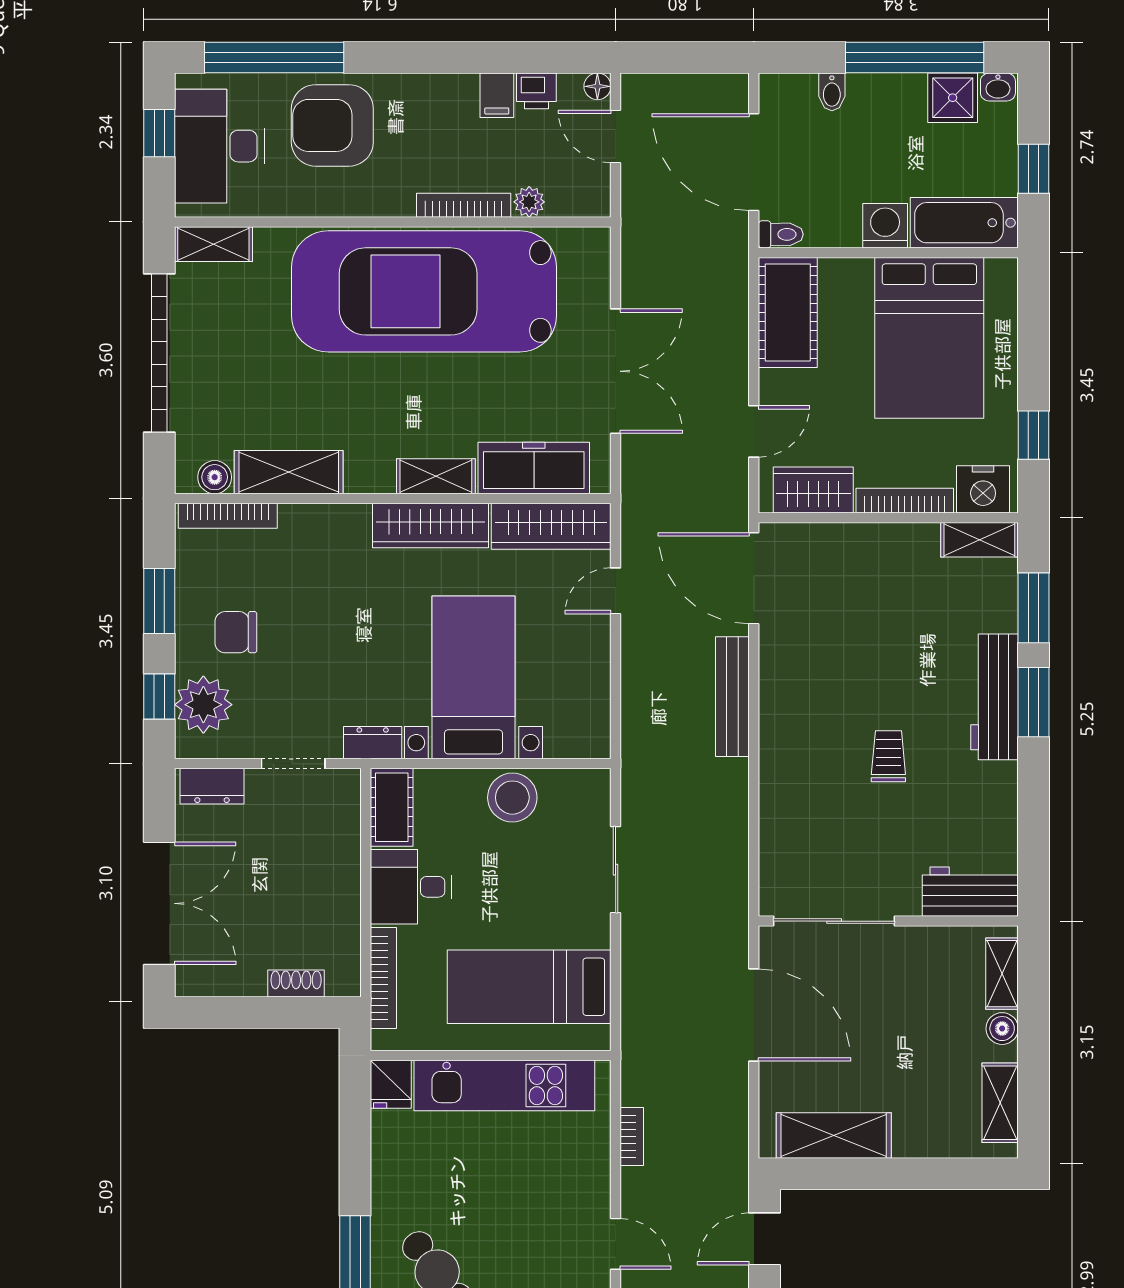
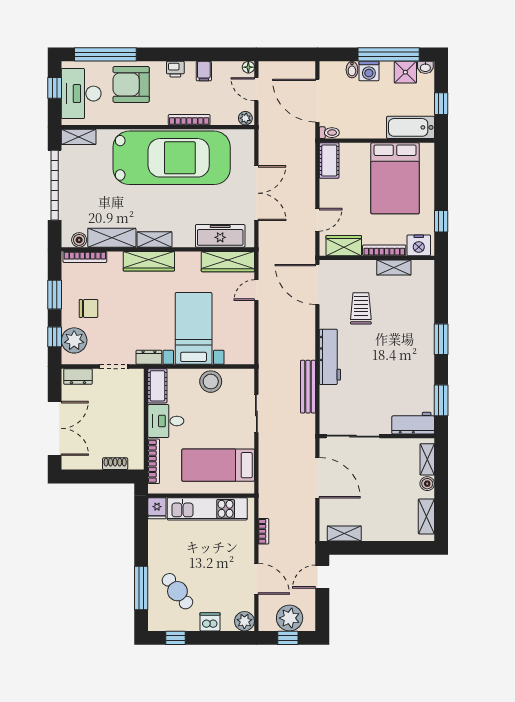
printer: (536, 91) -> (175, 69), moved
plant: (529, 202) -> (245, 118), moved
washing machine: (885, 226) -> (369, 71), moved, turned 180
car: (424, 291) -> (172, 158), turned 180
cot: (788, 312) -> (329, 161), width x0.73, depth x0.75
shelving: (436, 476) -> (155, 240), moved
wardrobe: (430, 525) -> (149, 261), moved
shelving: (979, 540) -> (394, 268), moved
window: (1033, 608) -> (441, 400), moved
chair: (236, 632) -> (88, 308), turned 180
bench: (732, 697) -> (308, 387), moved
workbench: (994, 697) -> (330, 357), moved, turned 180
trolley: (888, 756) -> (361, 308), moved, width x1.36, depth x1.39
shelving: (834, 1135) -> (344, 533), width x0.67, depth x0.75
door: (616, 1244) -> (256, 579), width x1.38

